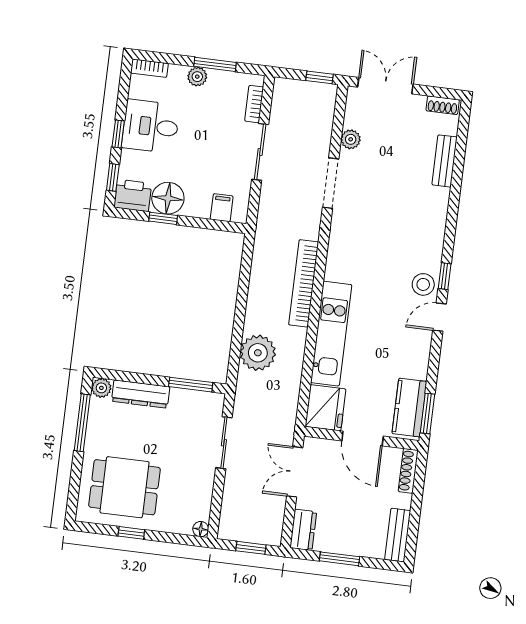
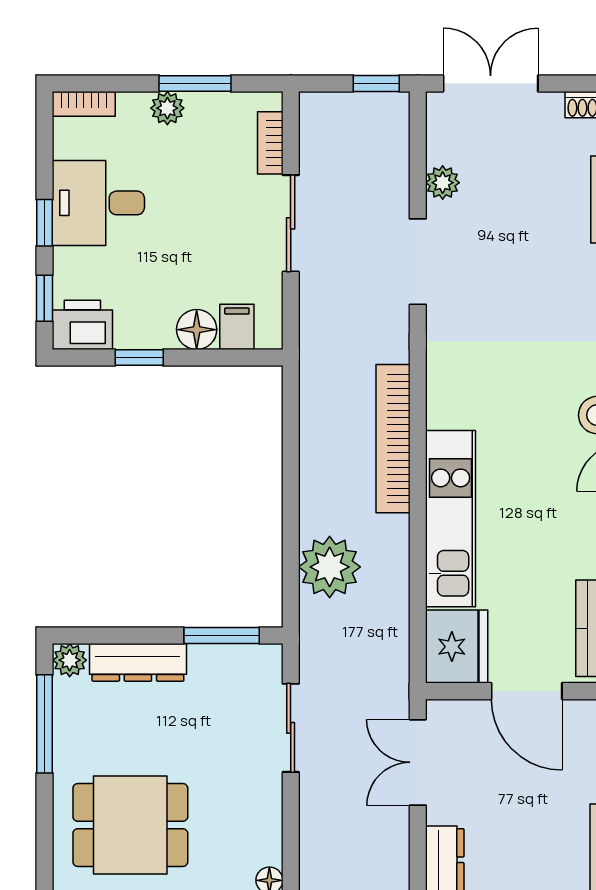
floor lamp: (168, 198) -> (197, 330), moved, width x0.73, depth x0.73

